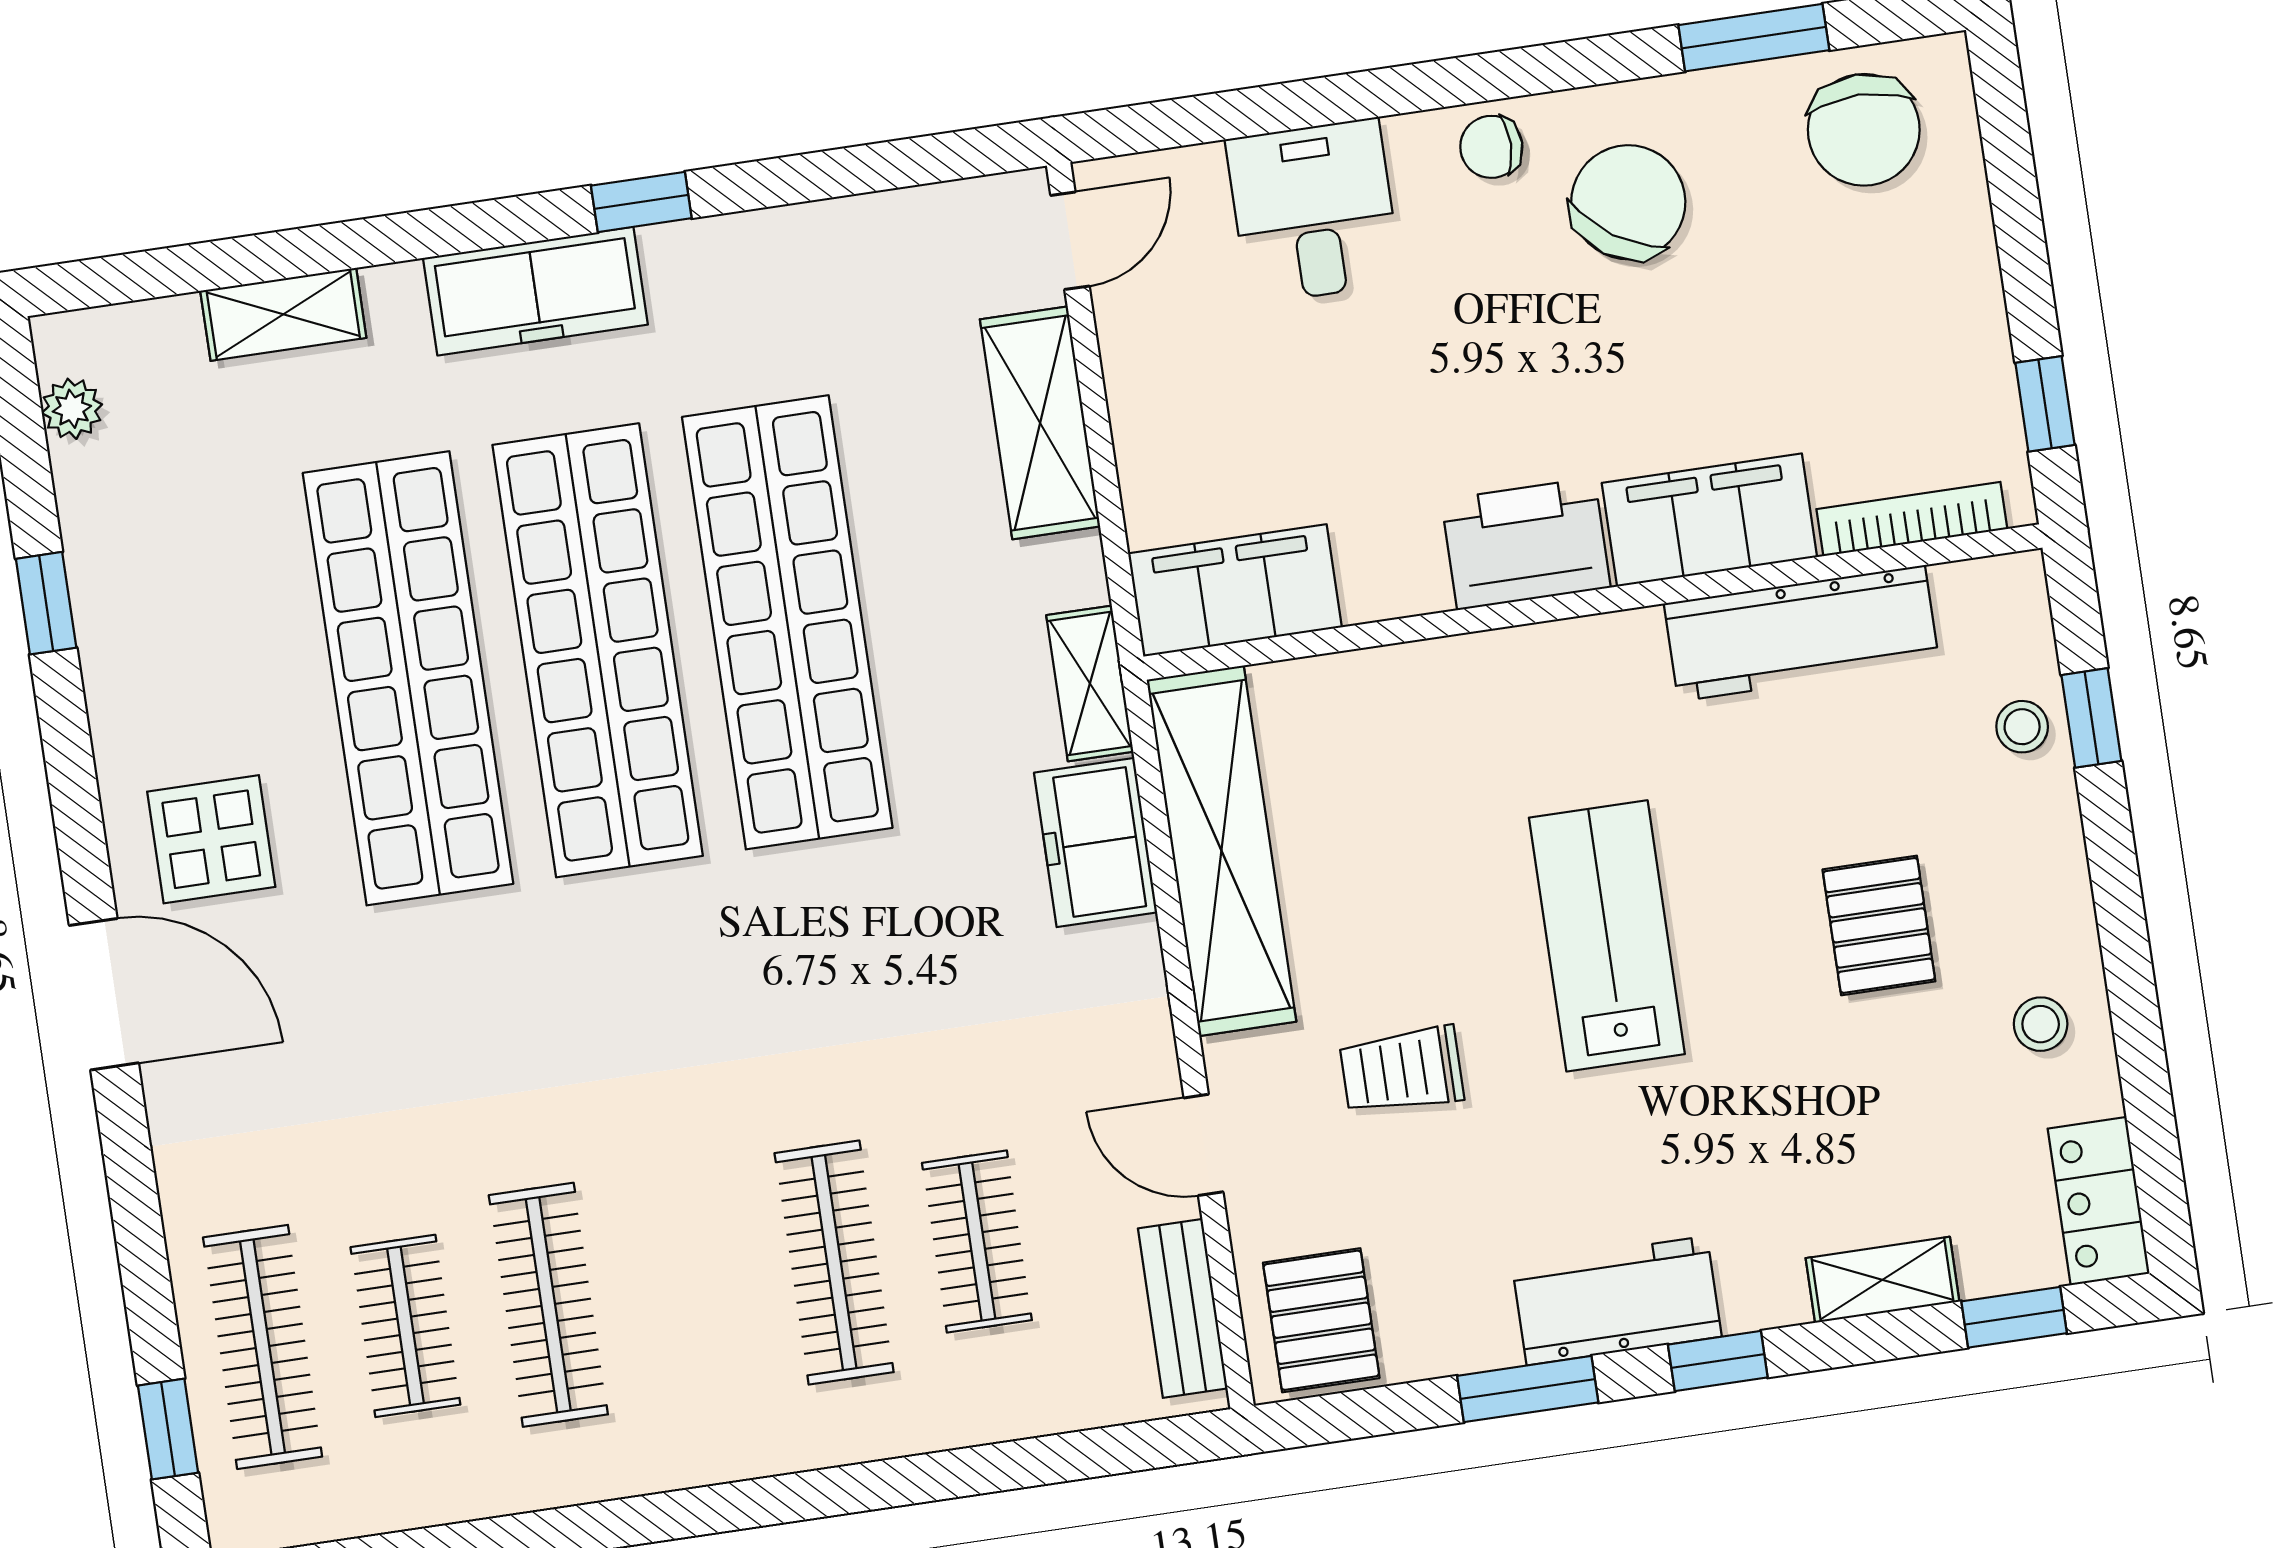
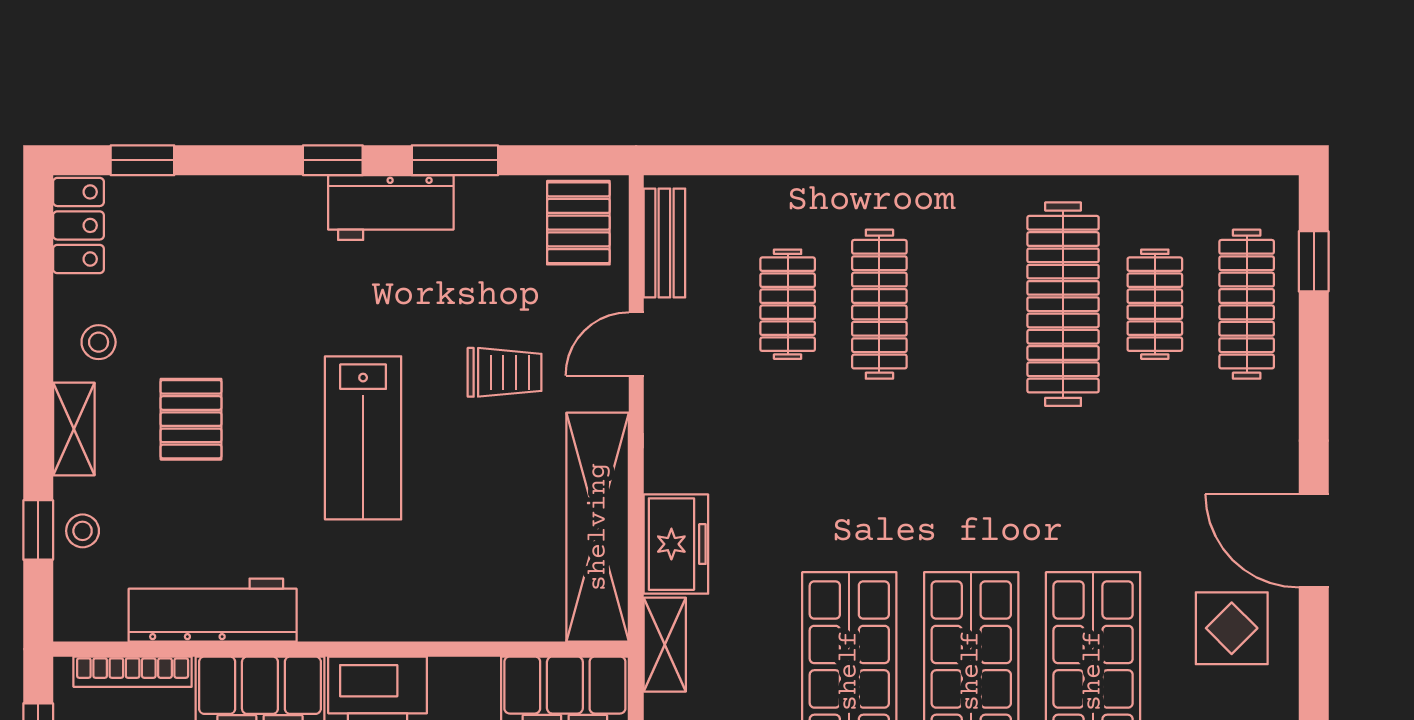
door: (1203, 1145) -> (636, 344), swing flipped
shelving: (1882, 1280) -> (74, 429), moved, turned 90
clothes rail: (548, 1305) -> (1063, 304), width x1.37, depth x1.31

